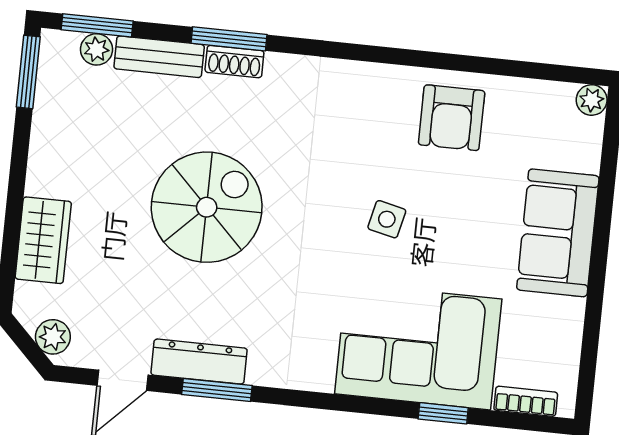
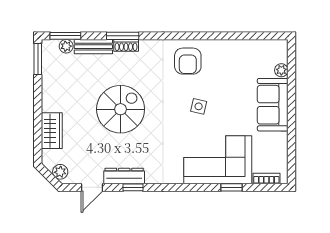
plant: (592, 100) -> (281, 70), moved
armchair: (452, 118) -> (188, 61), moved
window: (217, 390) -> (133, 187), width x0.67

